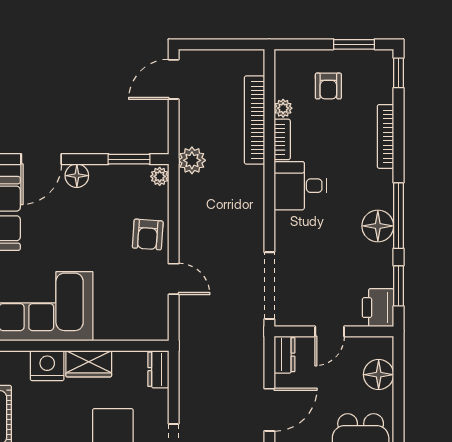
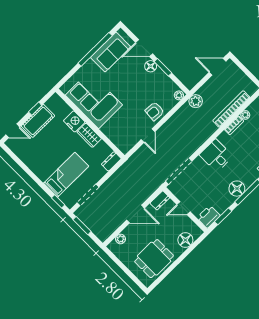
window: (129, 159) -> (163, 67), moved
desk: (300, 186) -> (216, 156), moved

